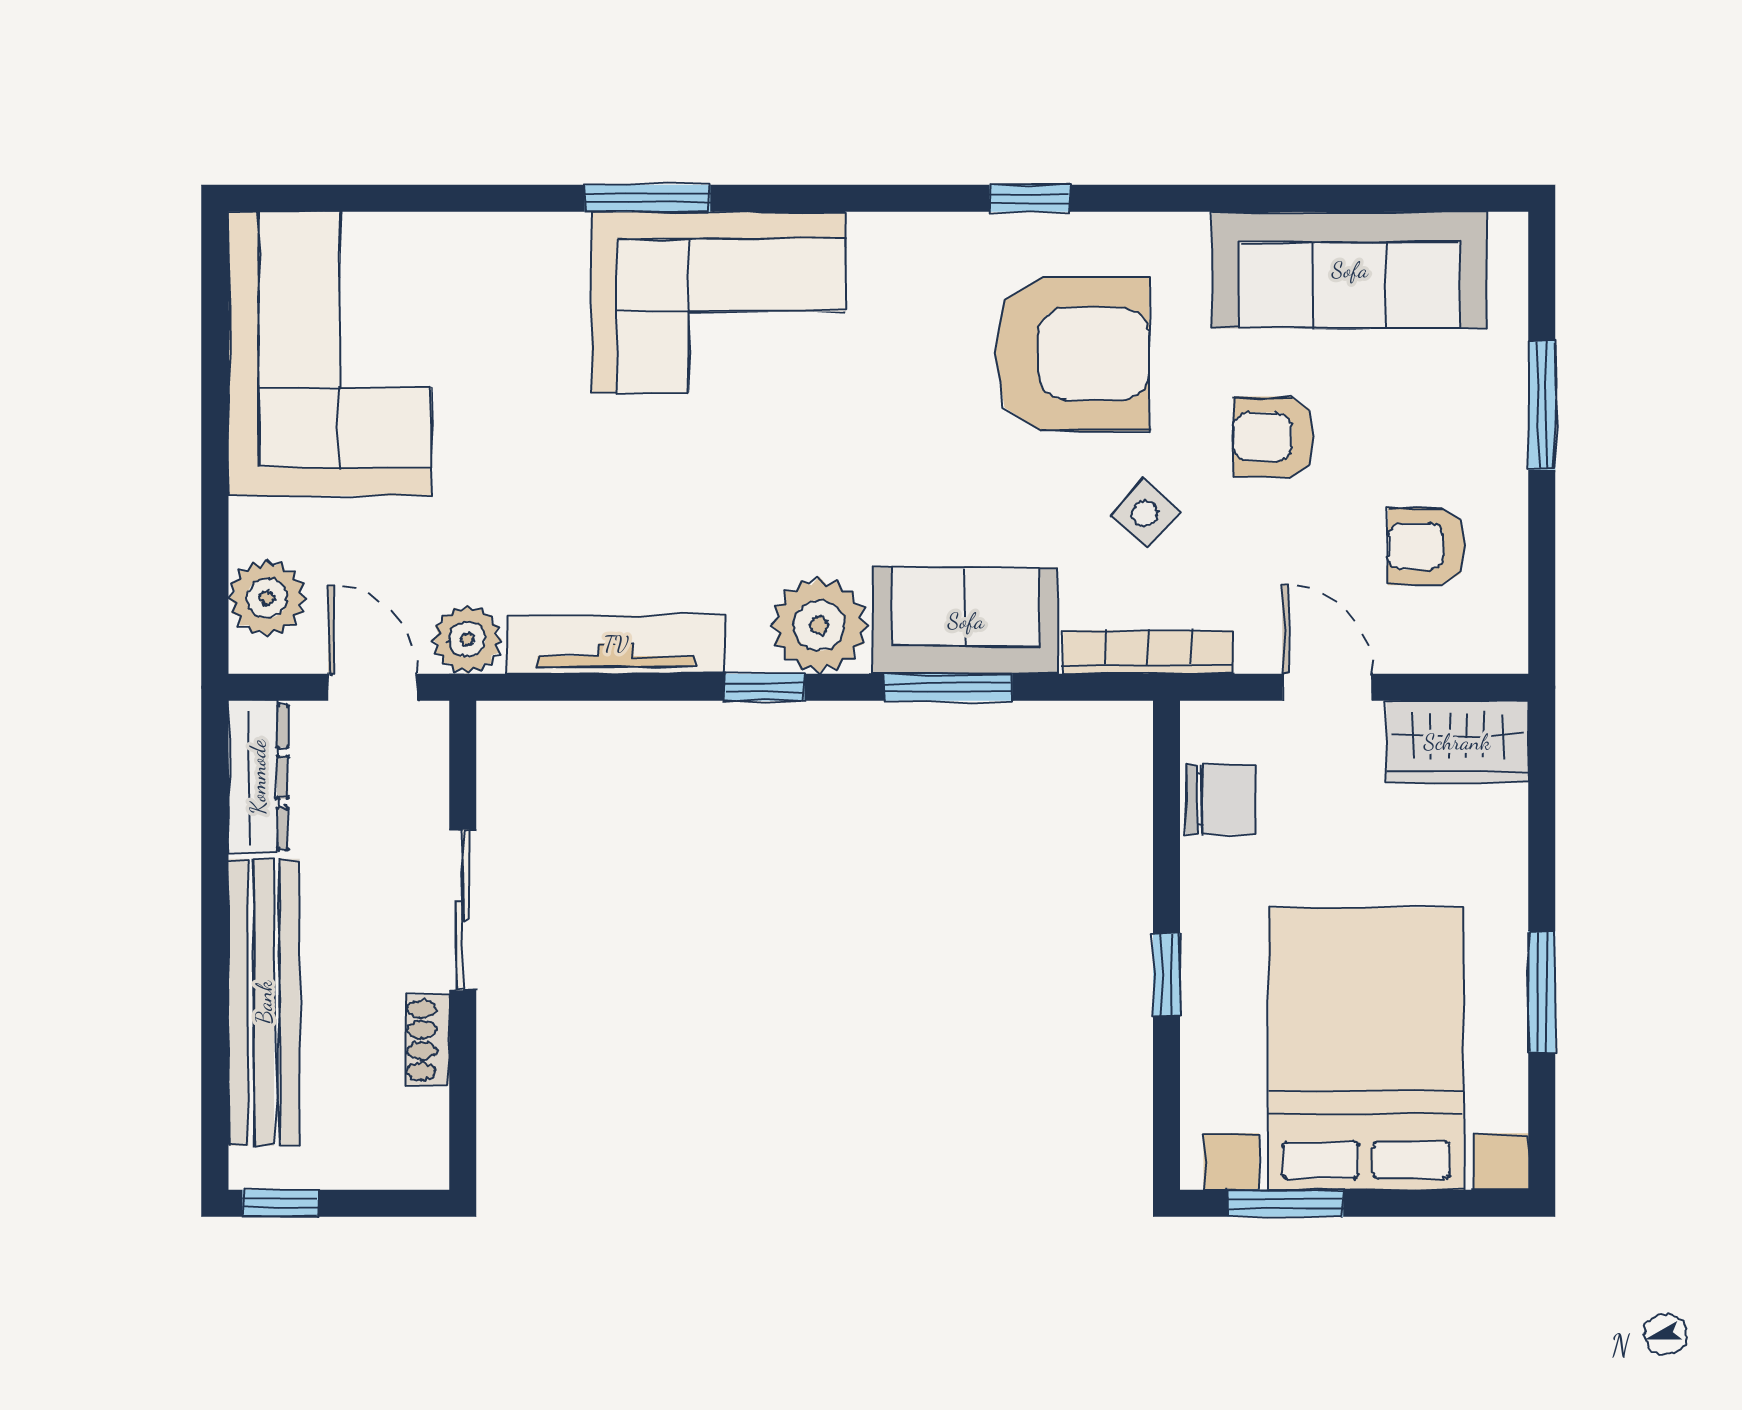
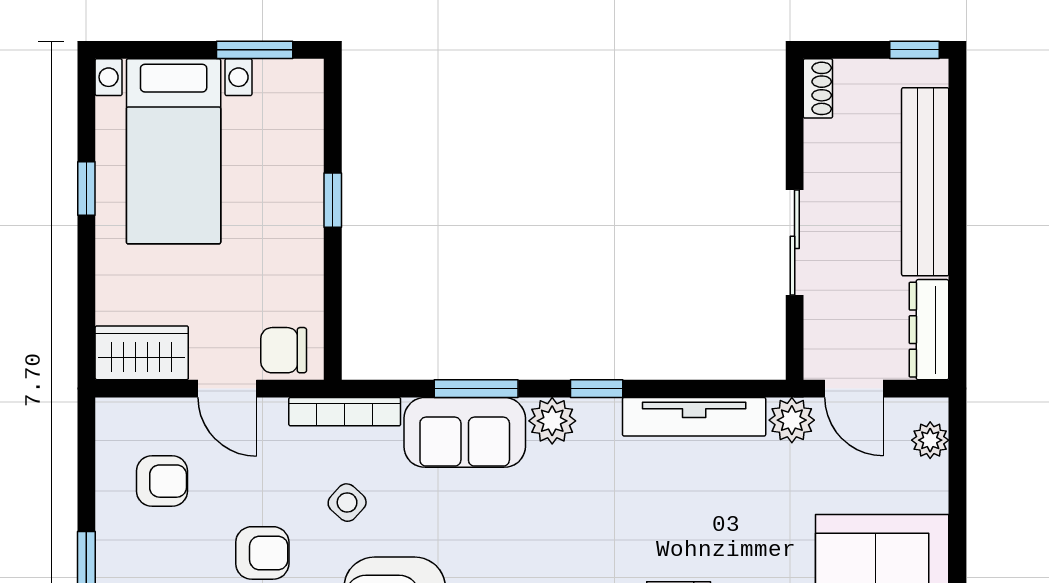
plant: (267, 598) -> (930, 440), width x0.73, depth x0.73
plant: (819, 625) -> (552, 421), width x0.73, depth x0.73
chair: (1221, 800) -> (284, 350), moved
window: (1542, 992) -> (86, 189), width x0.67
shoe rack: (427, 1040) -> (818, 88), moved
bed with nightstands: (1366, 1049) -> (174, 151), width x0.73

